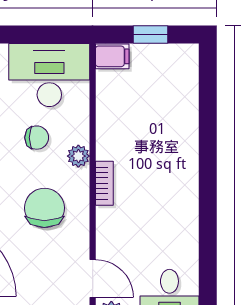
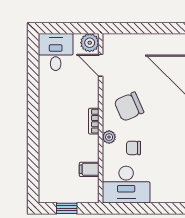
filing cabinet: (112, 56) -> (89, 169), moved
chair: (44, 208) -> (129, 107), turned 66

